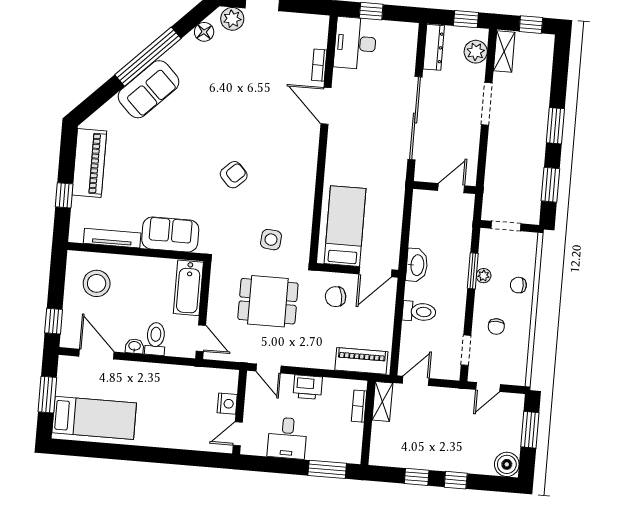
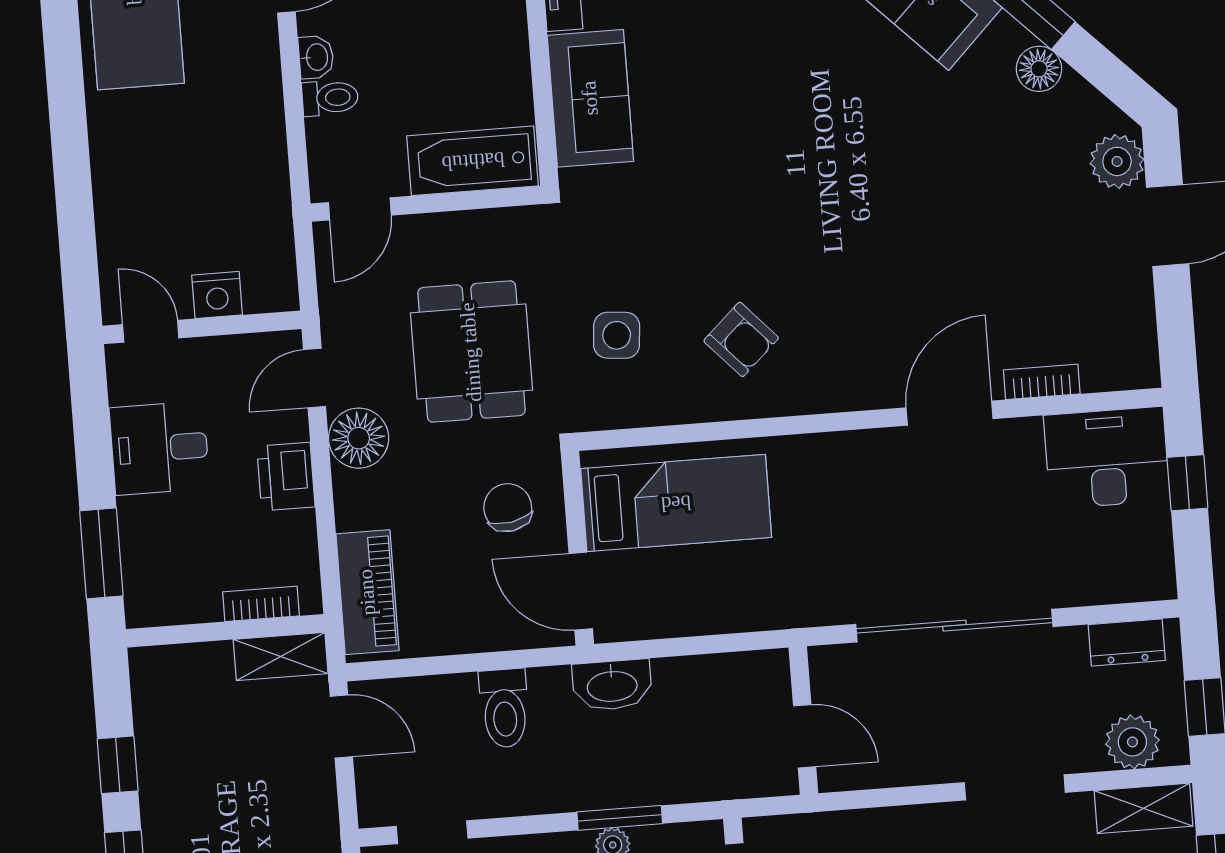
floor lamp: (204, 32) -> (1039, 69), moved
dresser: (434, 47) -> (1127, 642), width x0.70
armchair: (234, 175) -> (741, 339), moved
toilet: (155, 339) -> (330, 98), width x0.73, depth x0.72
floor lamp: (296, 354) -> (359, 438), added

